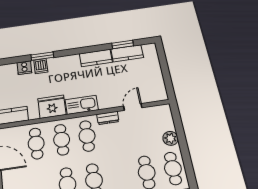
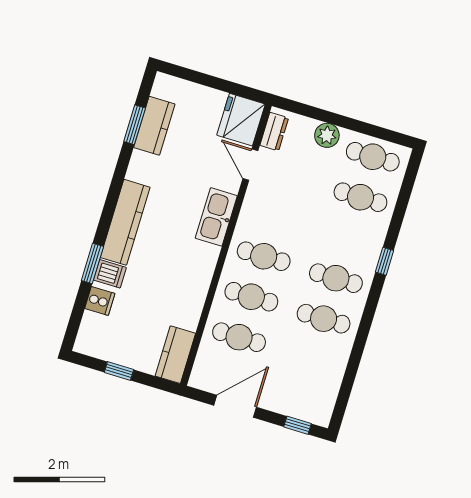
kitchen counter: (96, 58) -> (125, 222), moved, width x1.50
kitchen sink: (82, 105) -> (216, 217), moved
fridge: (52, 107) -> (241, 120), moved
dresser: (108, 118) -> (274, 132), moved

